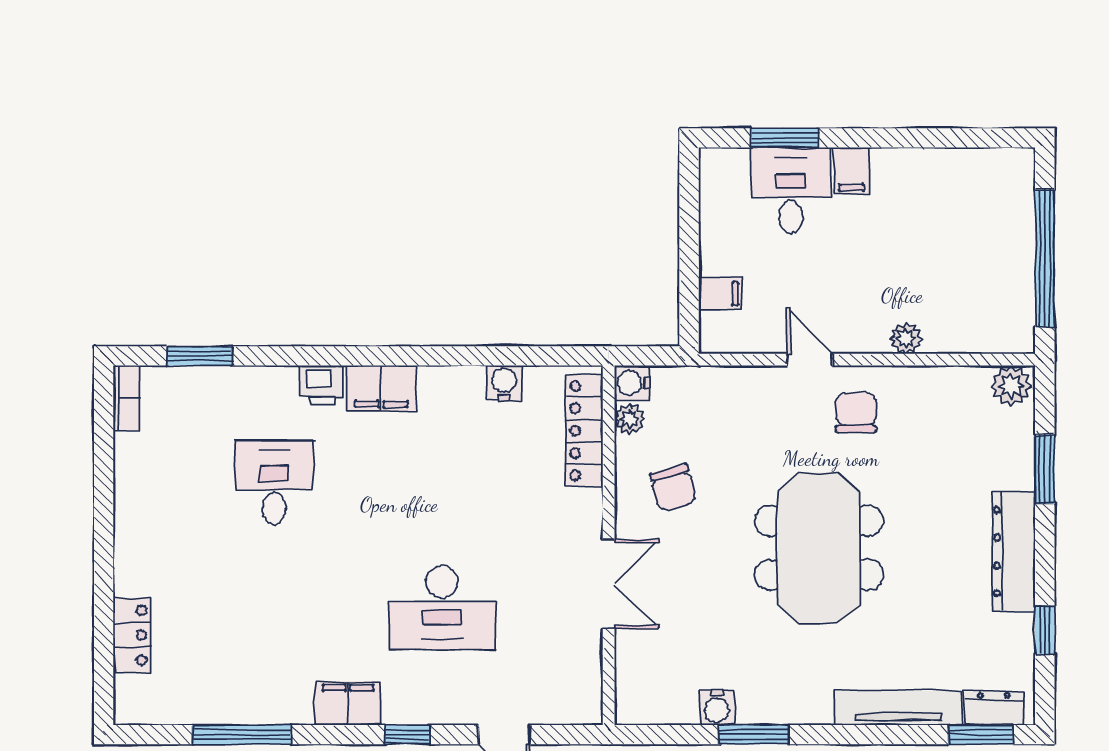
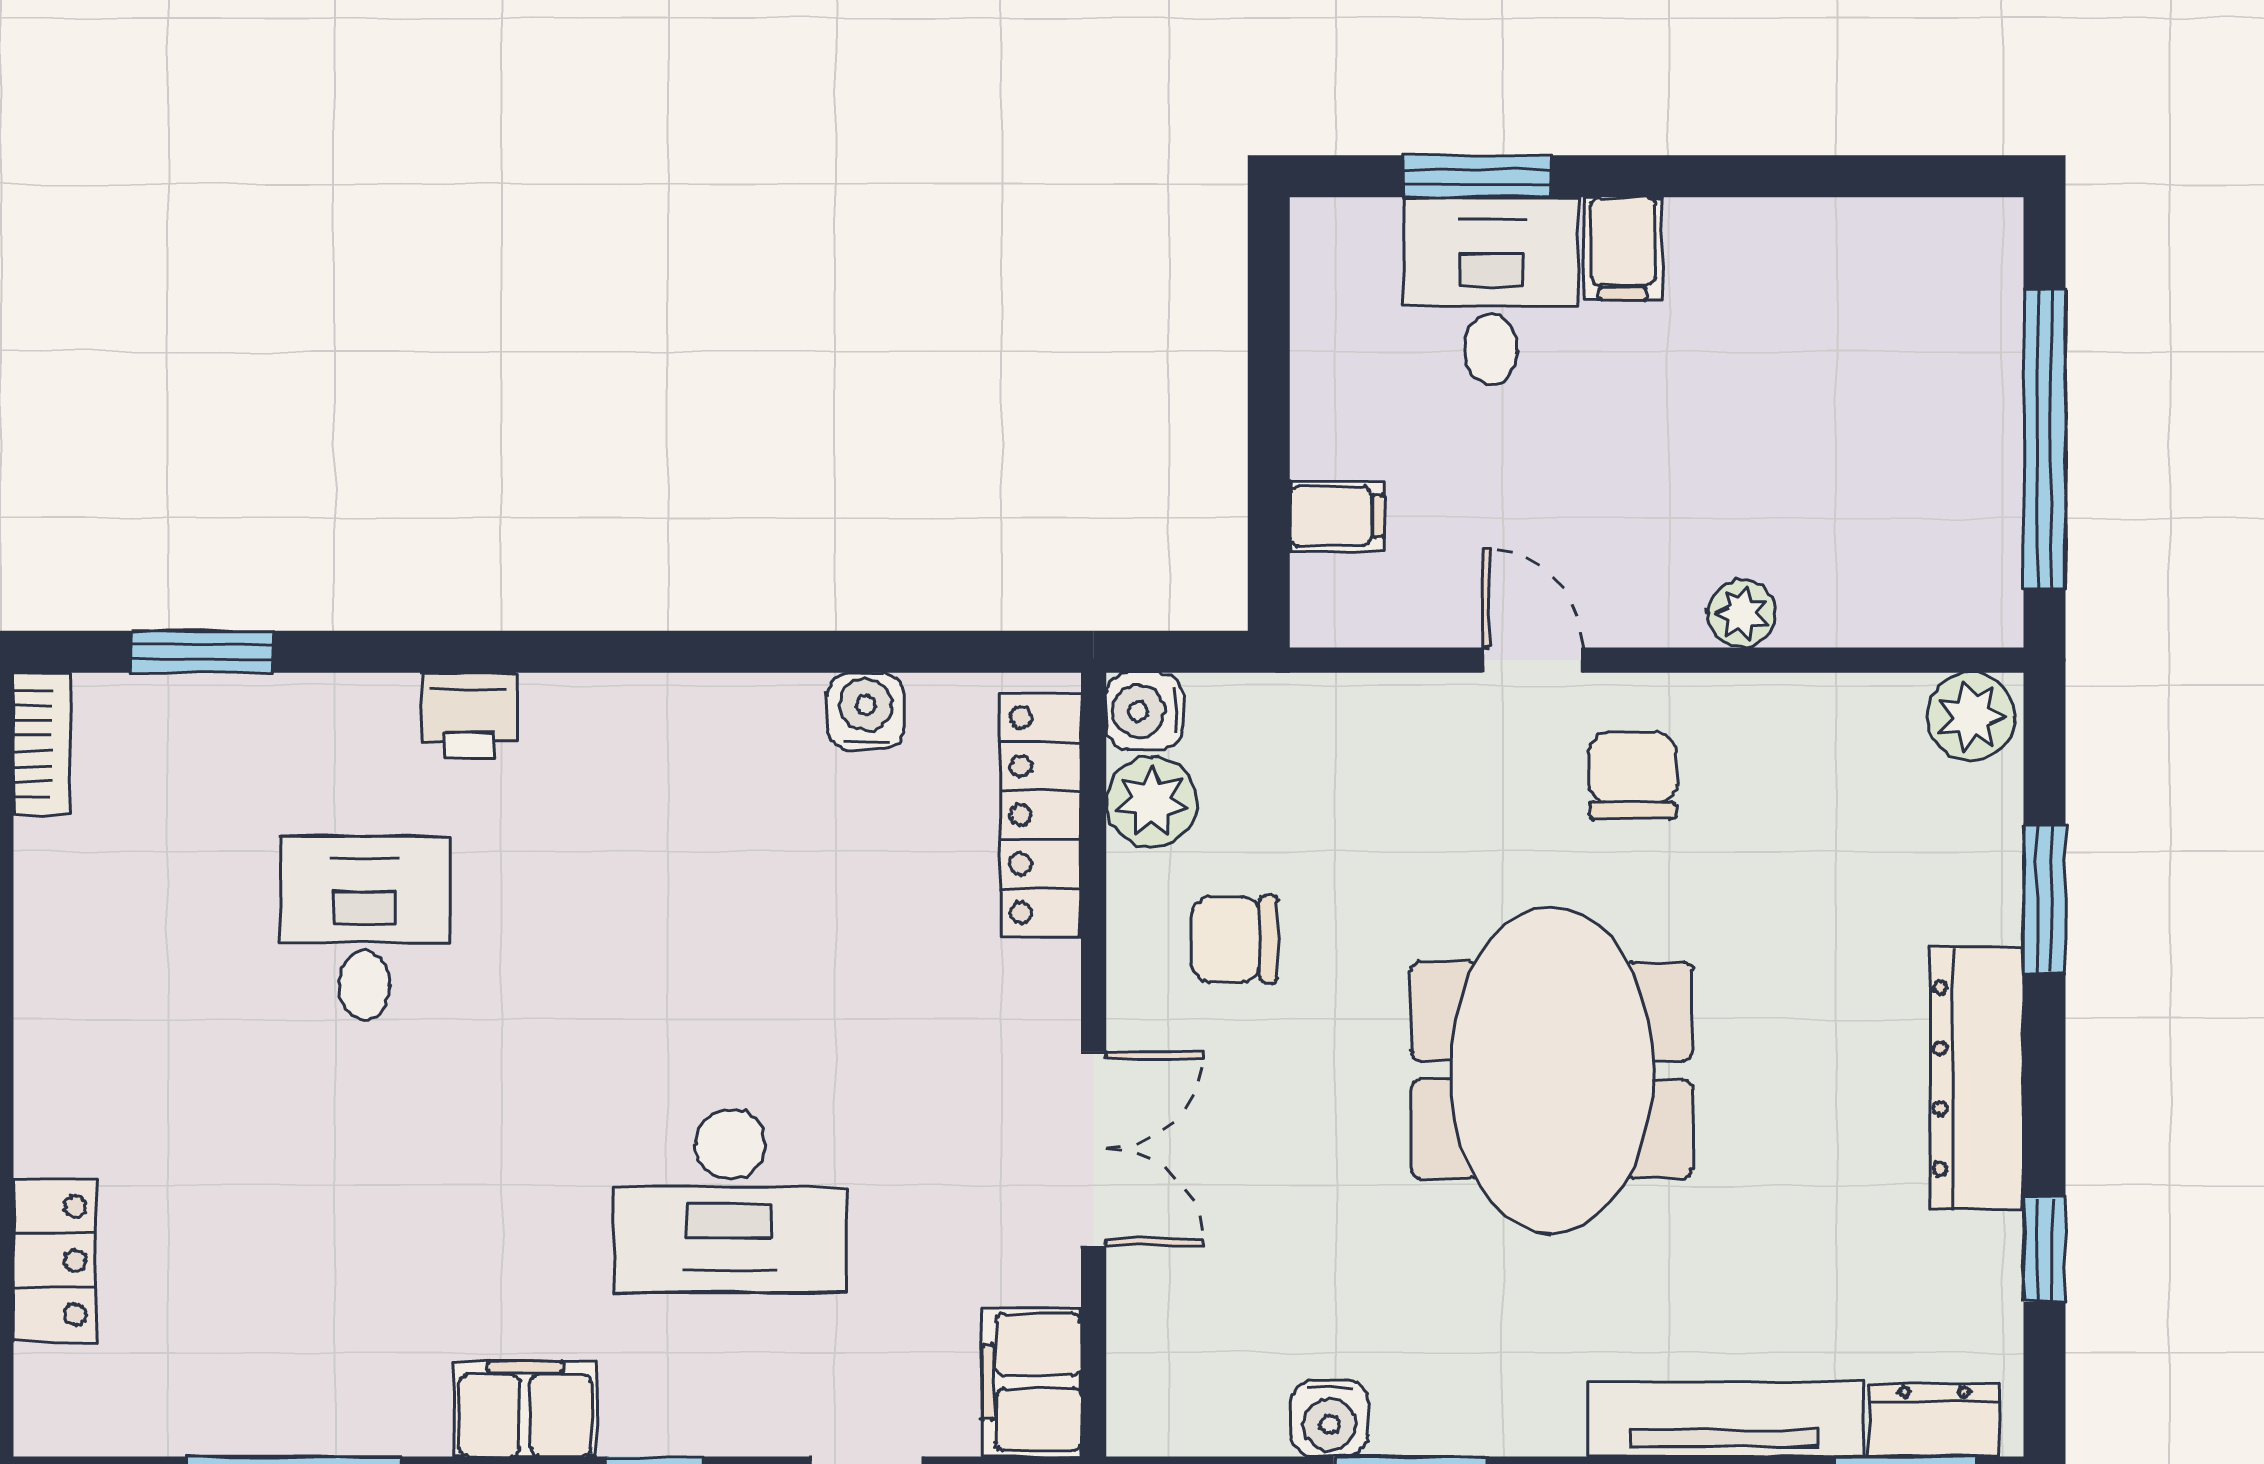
filing cabinet: (381, 388) -> (1031, 1382), moved, turned 90
plant: (630, 419) -> (1152, 802), width x1.38, depth x1.38
chair: (673, 488) -> (1234, 939), turned 104

